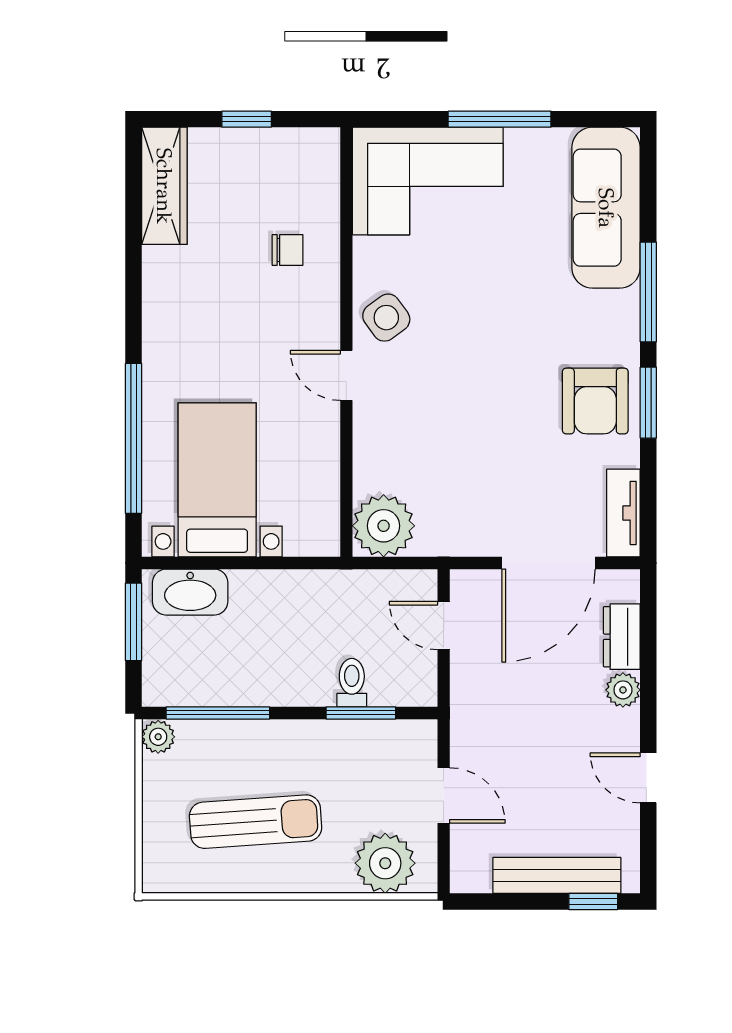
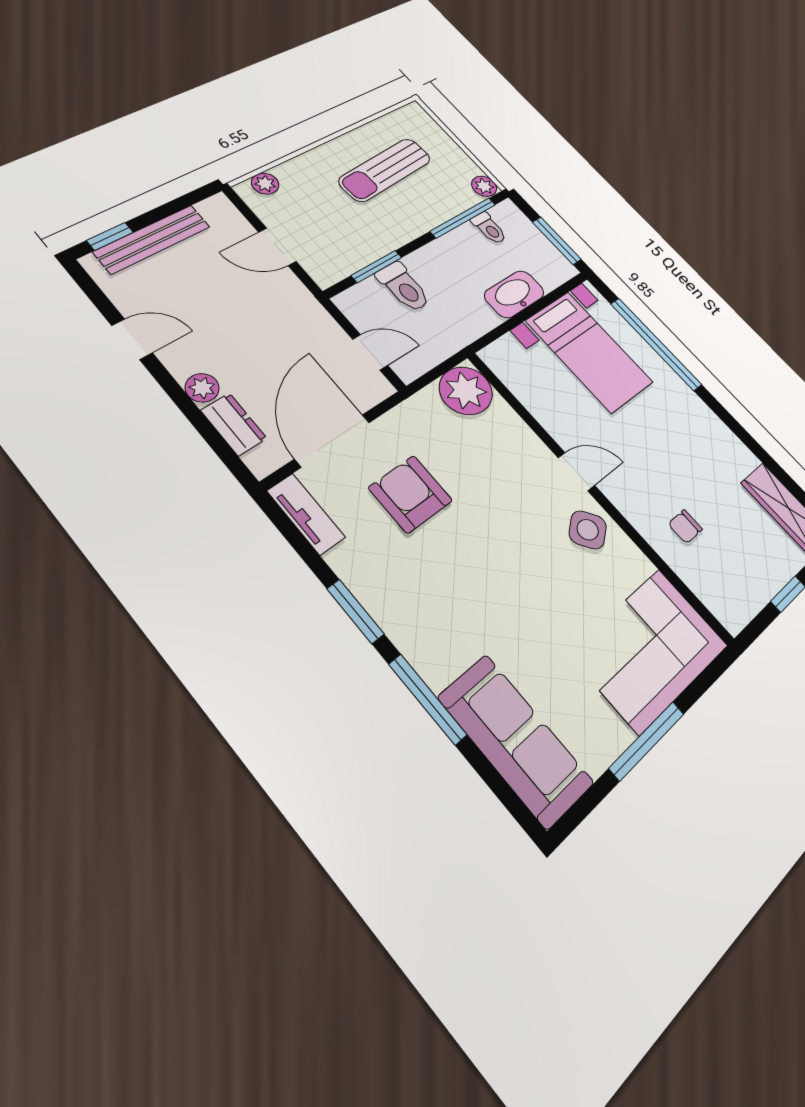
armchair: (595, 401) -> (411, 494), moved
washbasin: (190, 592) -> (514, 294), moved
toilet: (199, 683) -> (489, 228), added
toilet: (352, 683) -> (404, 287), width x1.37, depth x1.39
plant: (385, 863) -> (265, 184), width x0.53, depth x0.53

